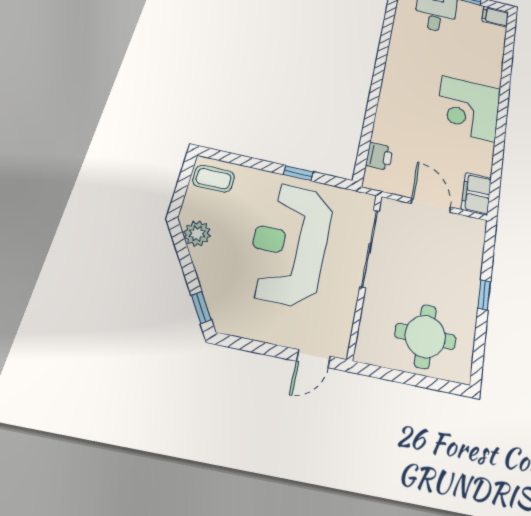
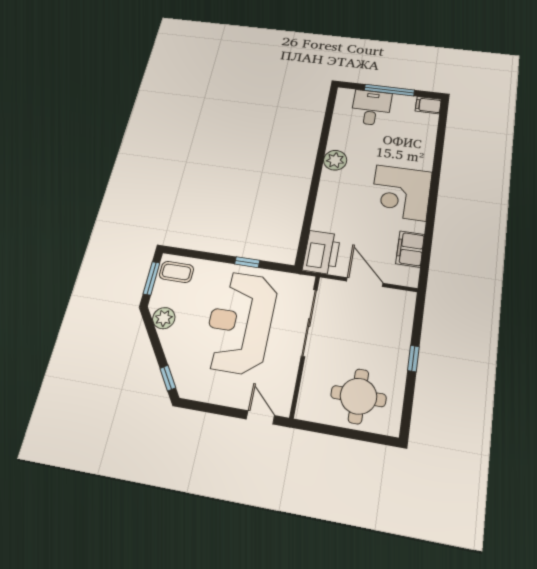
plant: (397, 65) -> (335, 160), added
printer: (379, 156) -> (322, 252), width x1.87, depth x1.48
window: (183, 184) -> (151, 278), added
filing cabinet: (476, 194) -> (410, 249), moved
door: (313, 359) -> (260, 417), swing flipped

